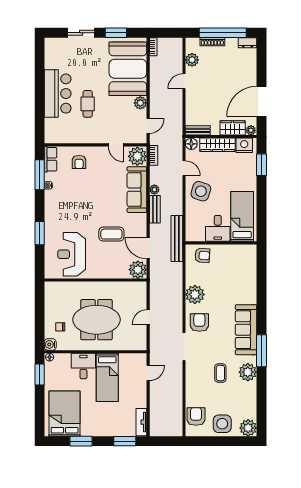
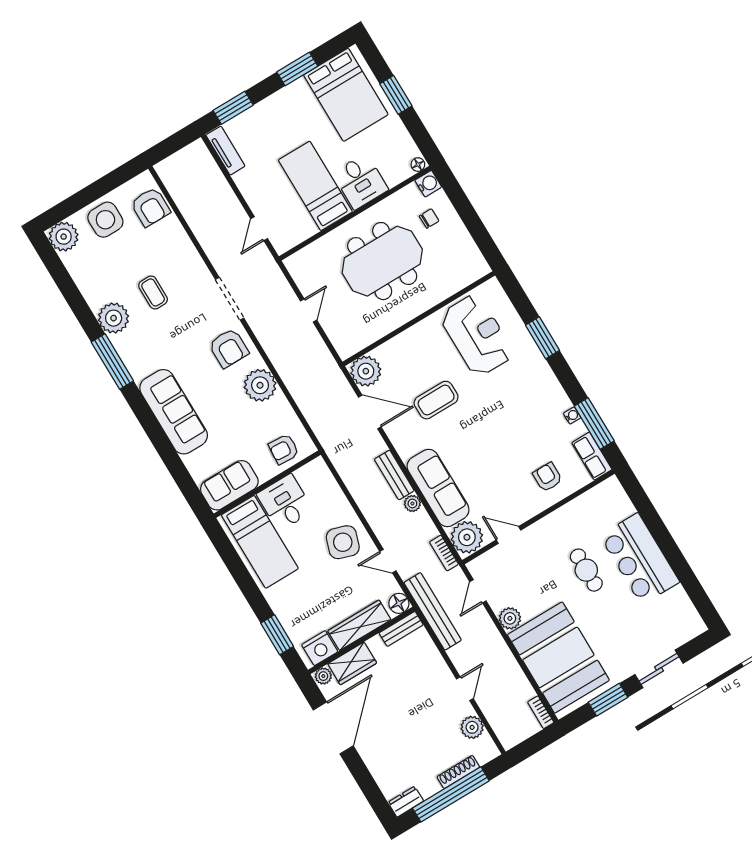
bench: (177, 239) -> (433, 611), moved
sofa: (240, 254) -> (229, 485), added
sofa: (246, 330) -> (174, 412), moved
window: (40, 374) -> (396, 95), moved

